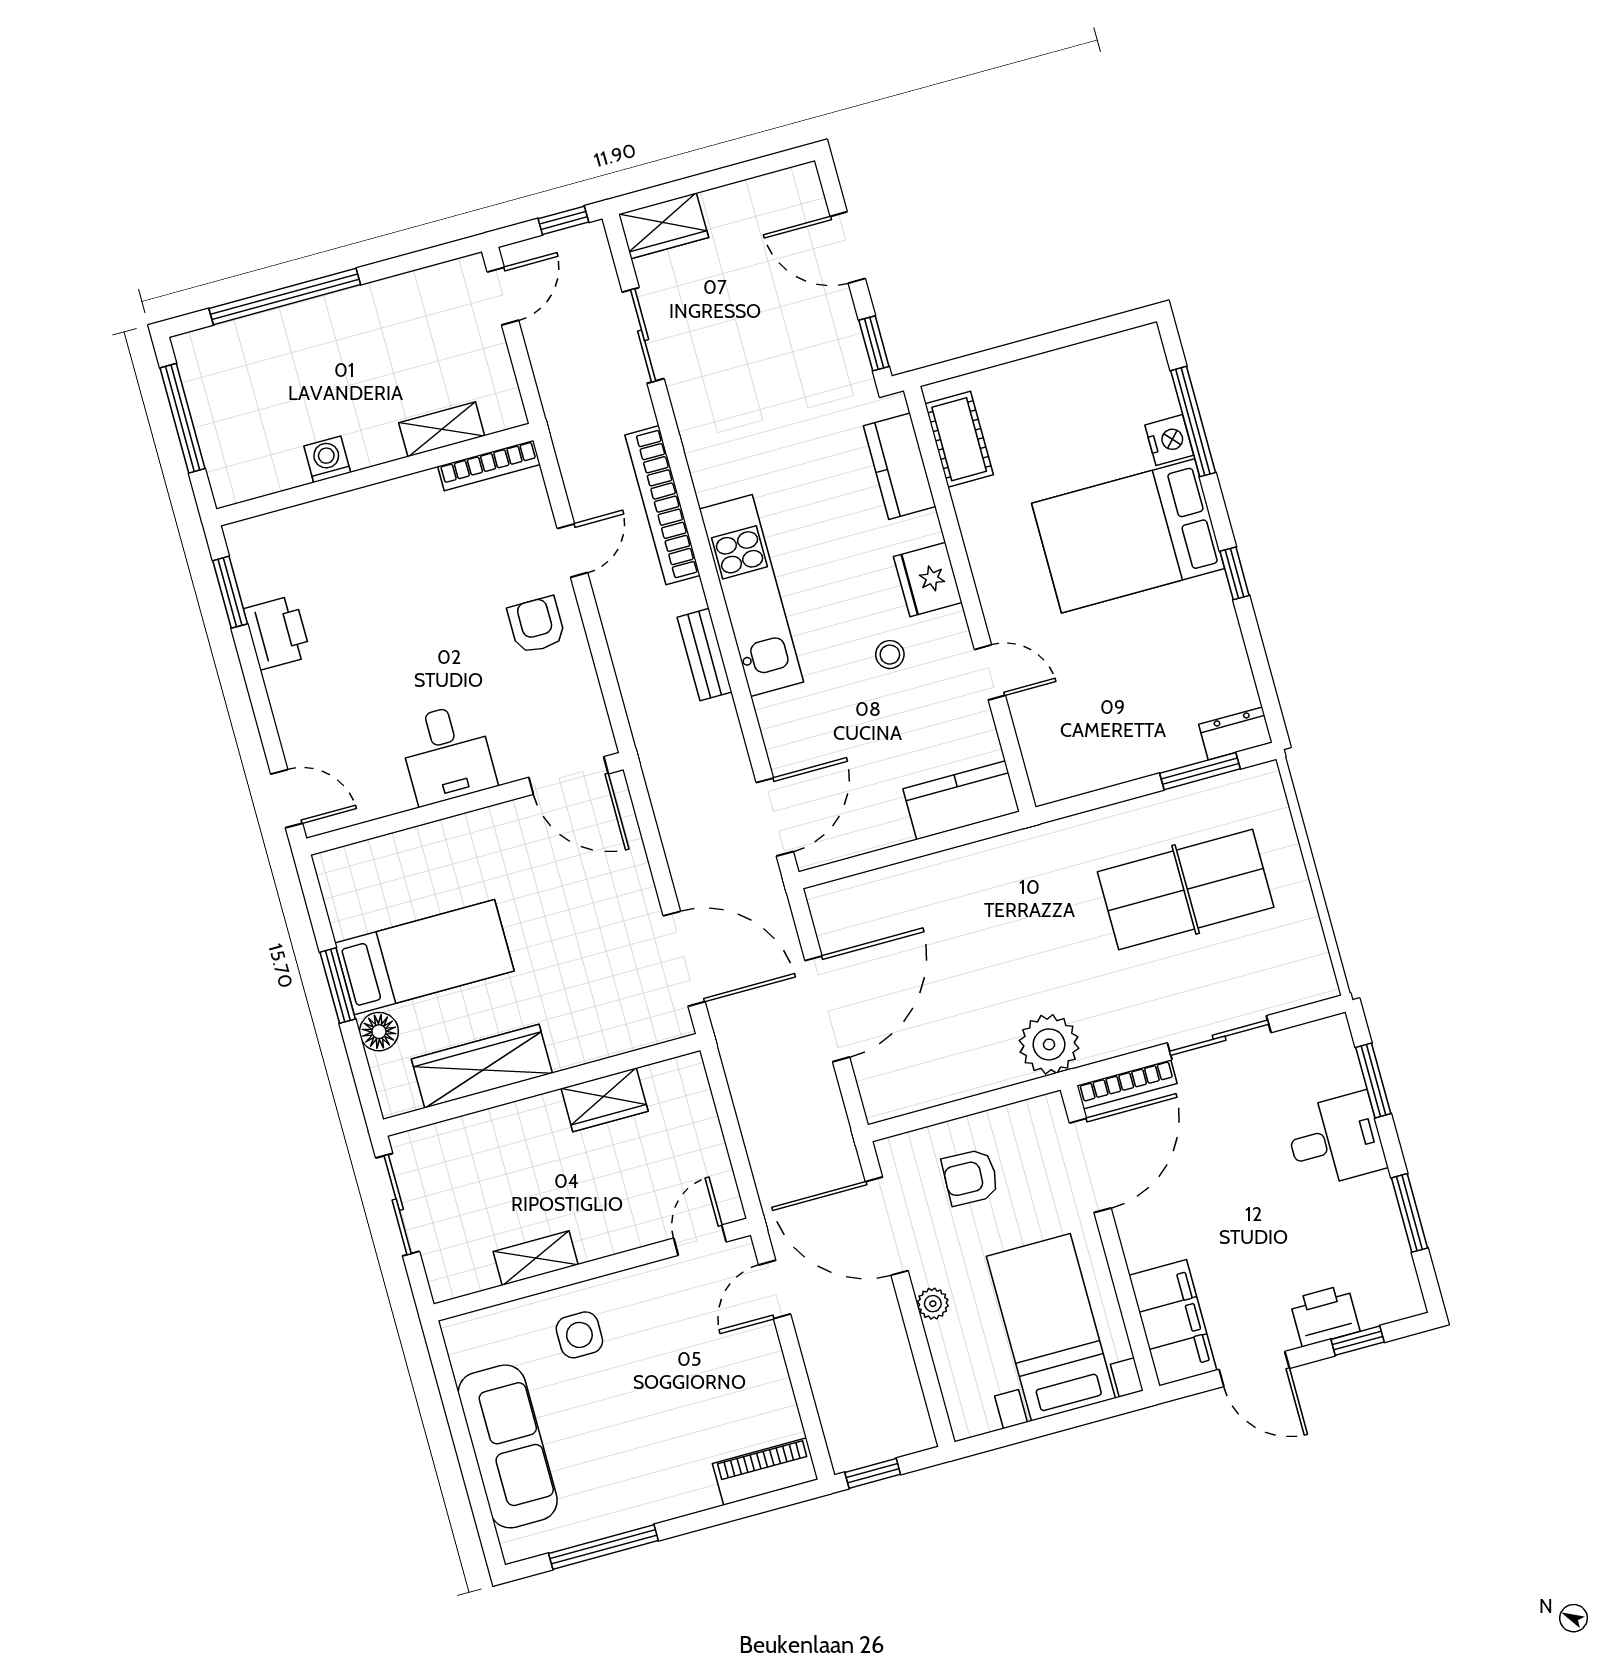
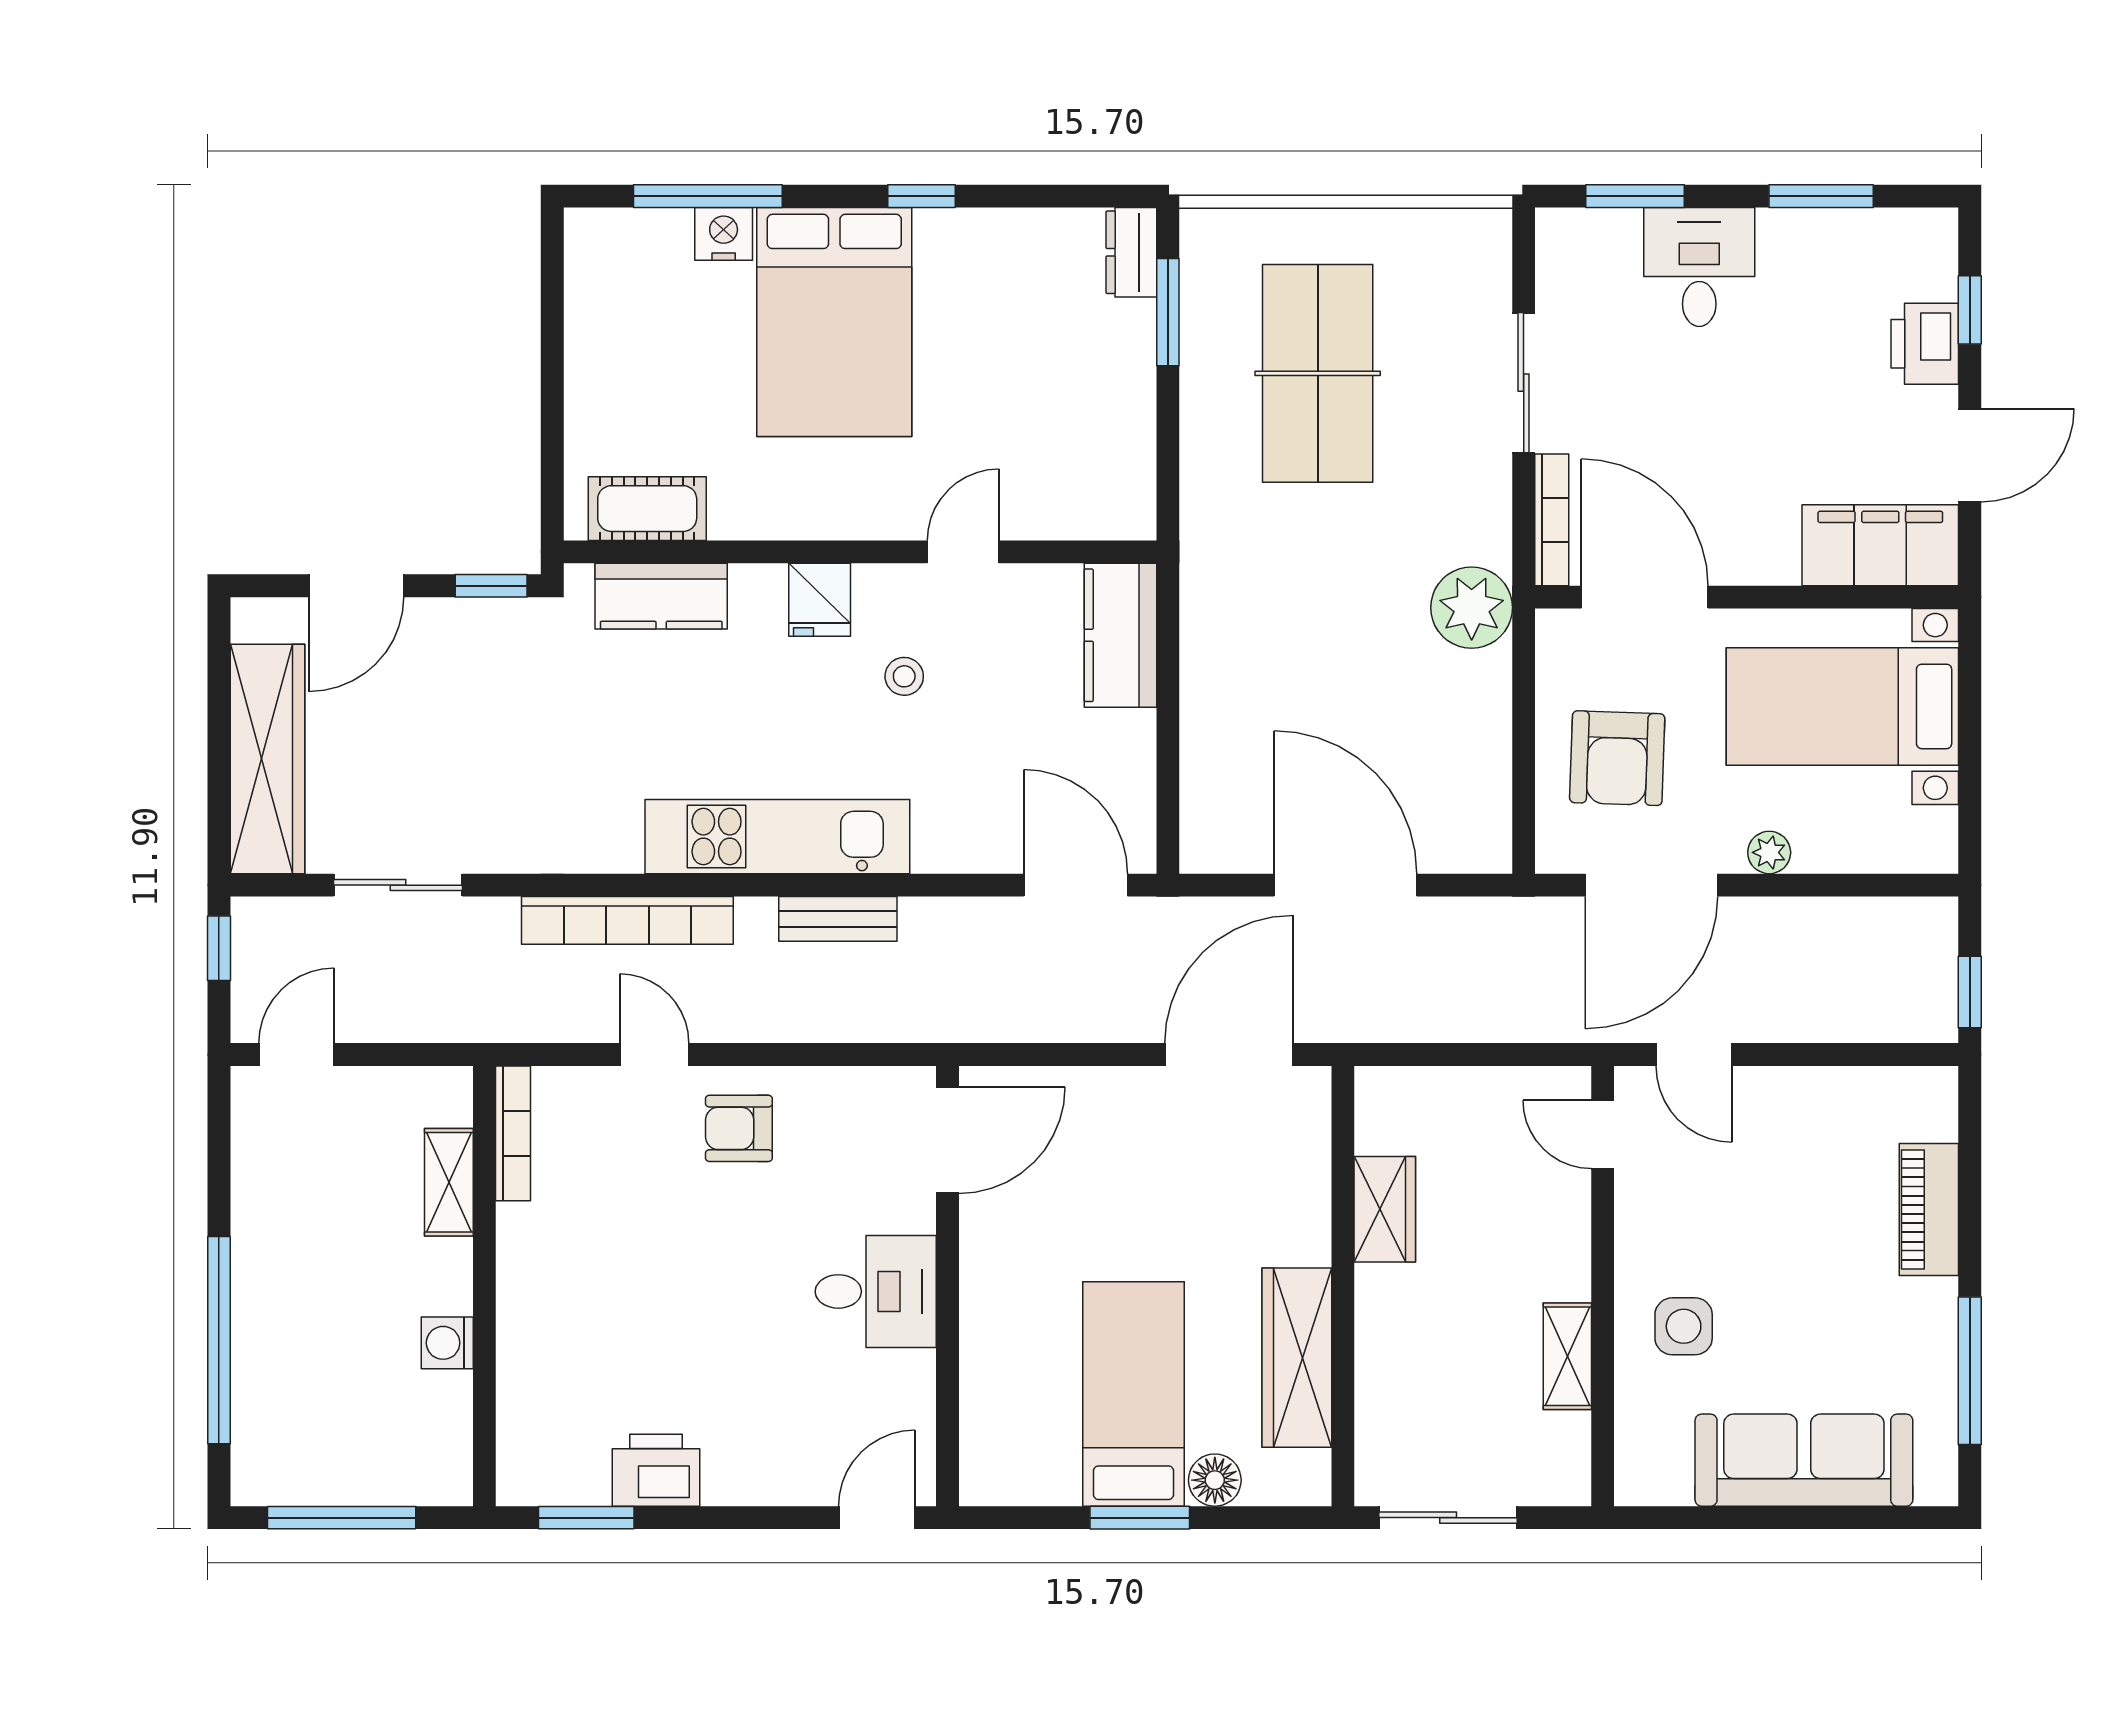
wardrobe: (664, 226) -> (267, 759), width x2.10, depth x1.17
door: (503, 296) -> (296, 1055), hinge flipped
fridge: (928, 579) -> (820, 600), width x0.72
armchair: (970, 1177) -> (1617, 758), width x1.38, depth x1.38
piano: (765, 1471) -> (1929, 1209), moved

